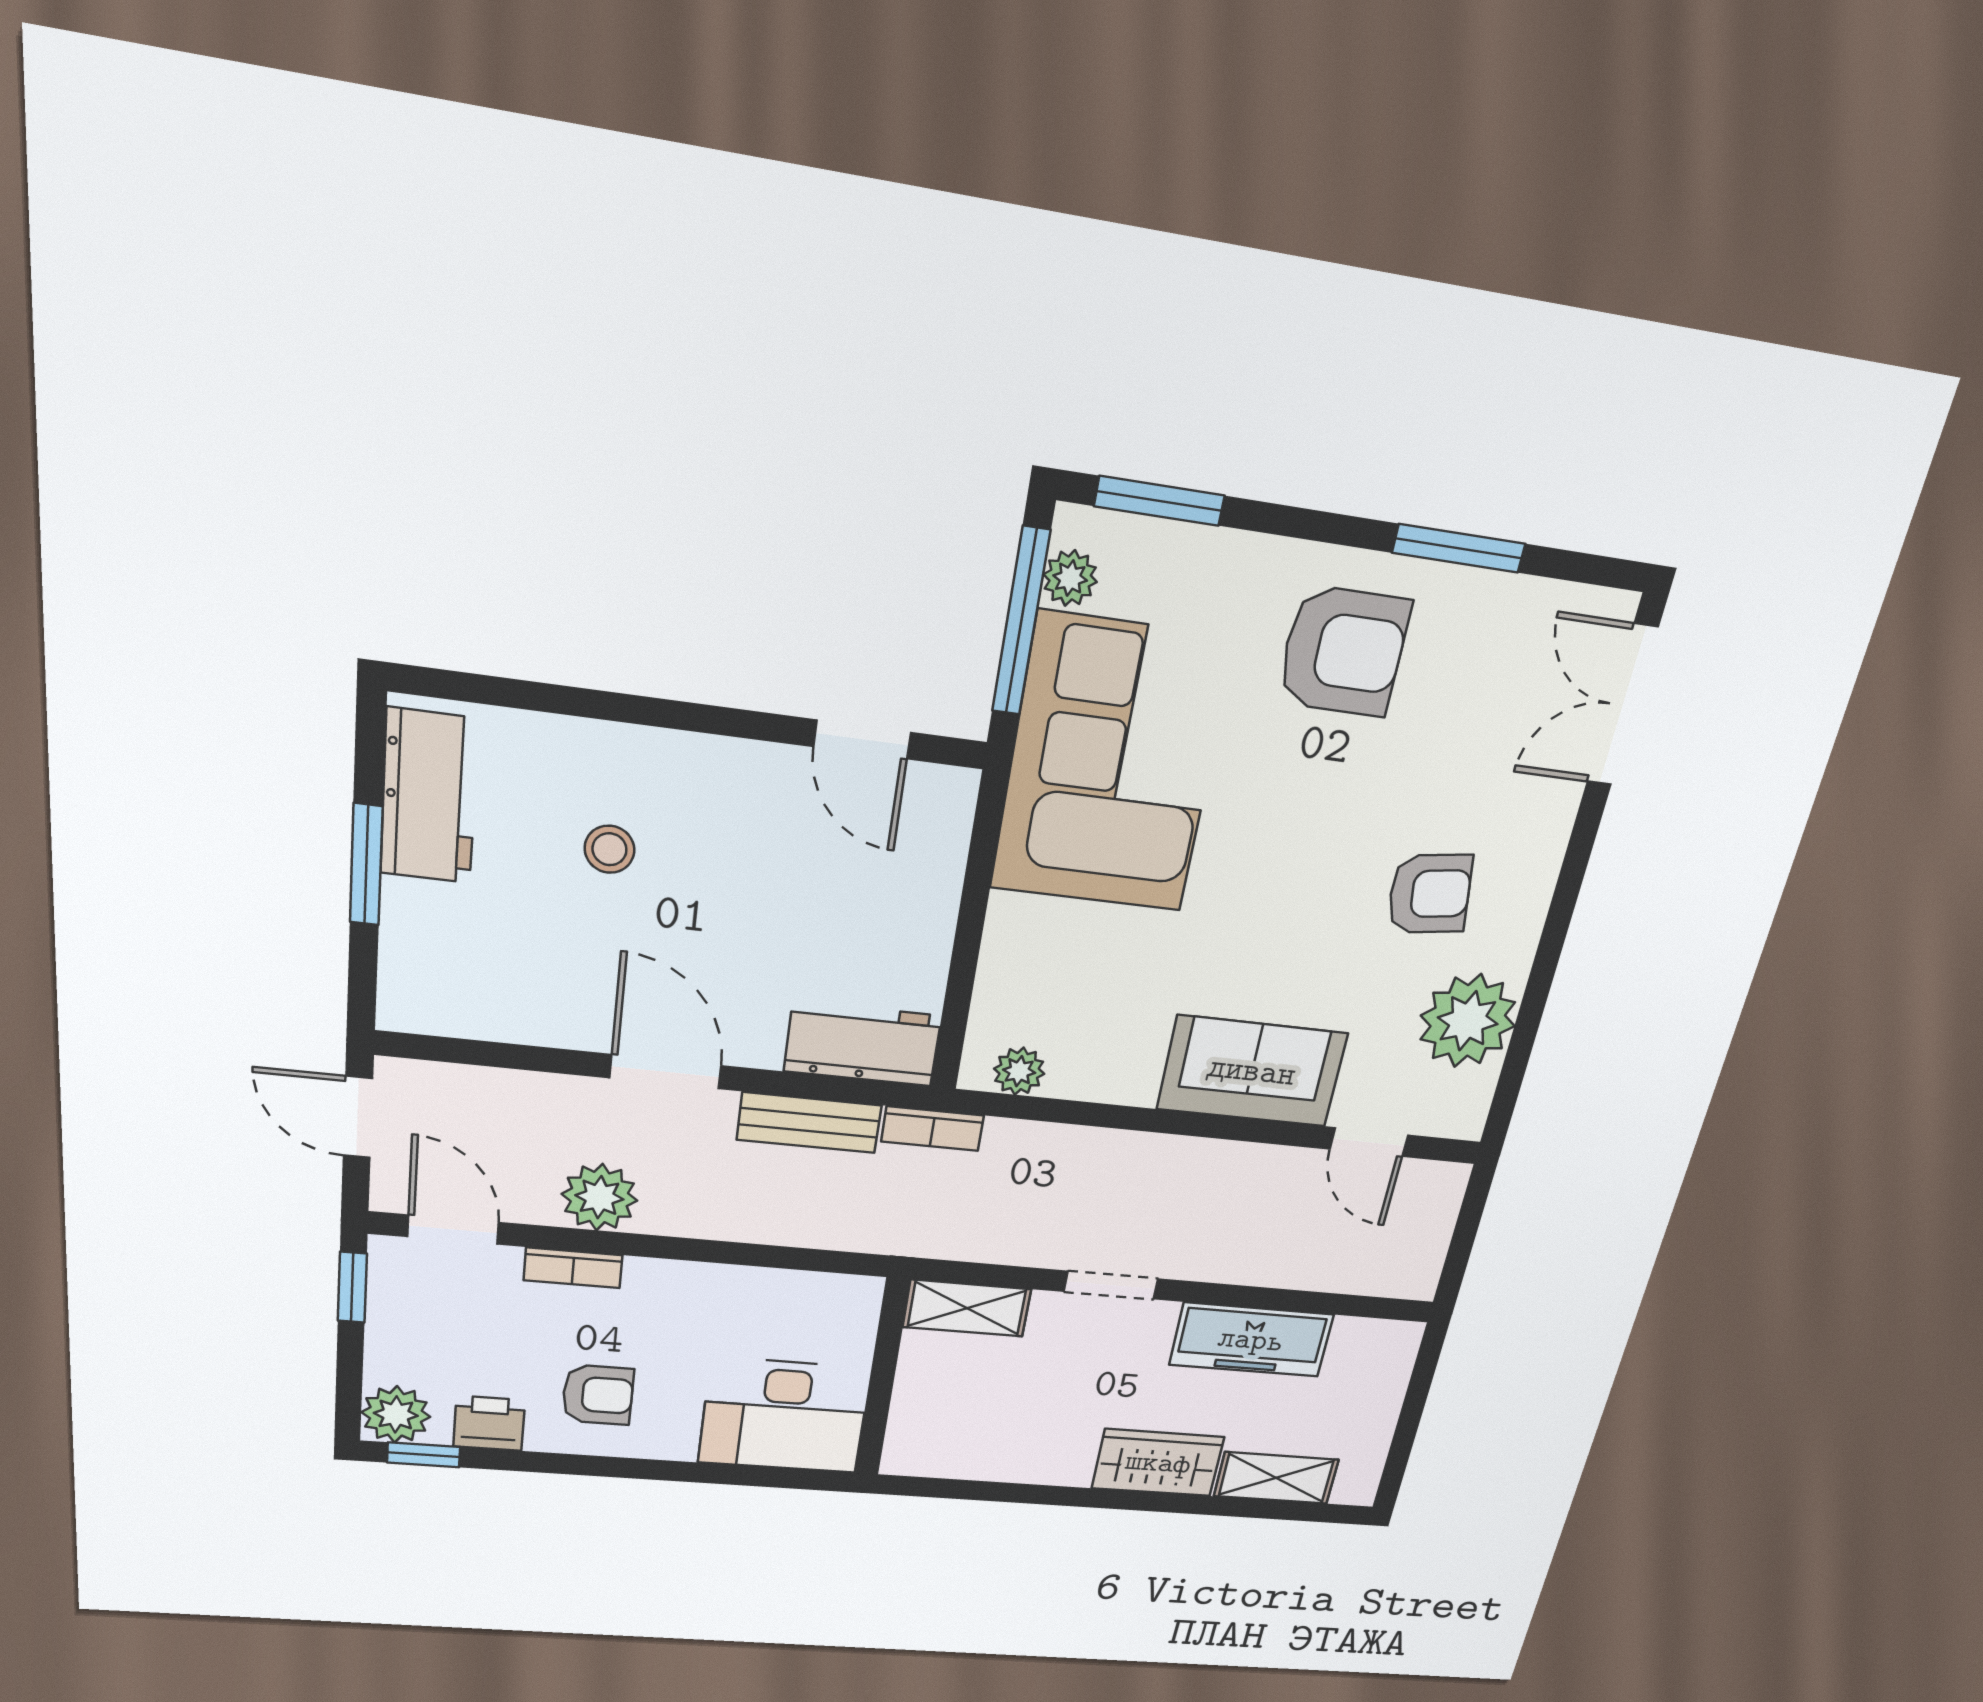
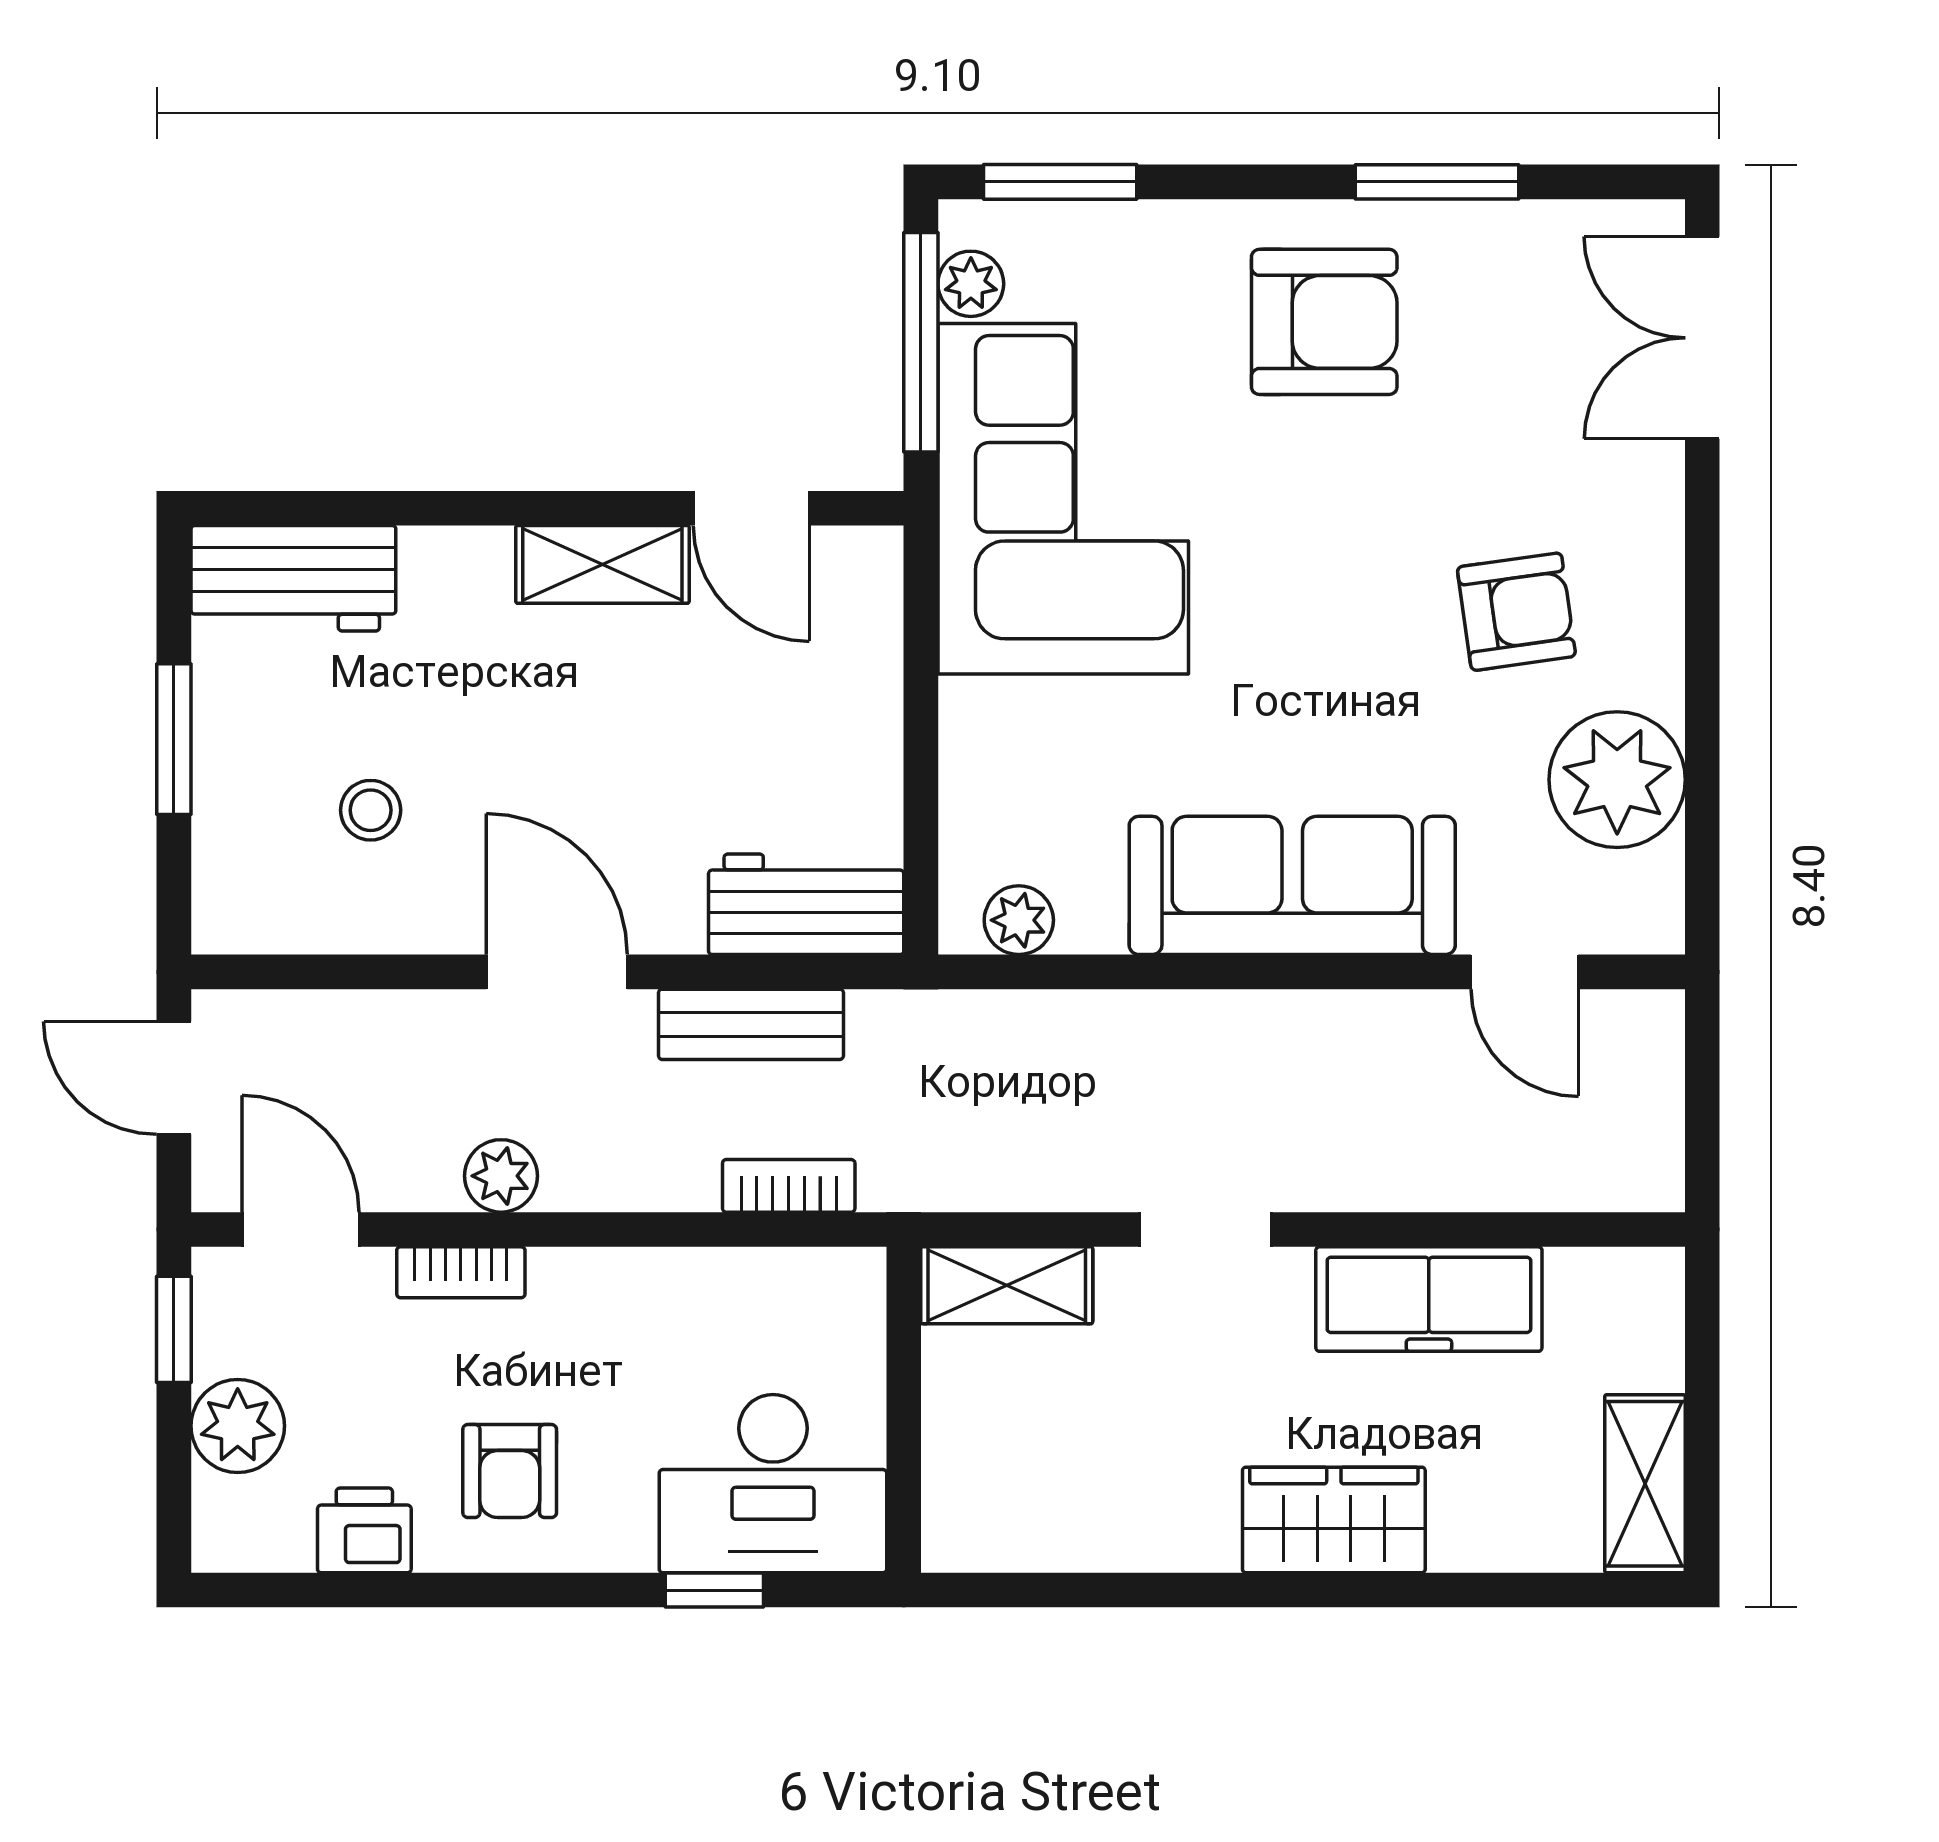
shelving: (735, 769) -> (602, 564), added
workbench: (429, 796) -> (293, 578), moved, turned 90
stool: (609, 849) -> (371, 810), moved
sofa: (1252, 1071) -> (1292, 885), width x1.36
bookcase: (933, 1129) -> (789, 1186), moved, turned 180
plant: (599, 1197) -> (501, 1176), width x0.73, depth x0.73
armchair: (598, 1395) -> (510, 1471), turned 90
plant: (396, 1414) -> (238, 1426), moved
window: (424, 1455) -> (714, 1590), moved
shelving: (1276, 1478) -> (1645, 1484), moved, turned 90

